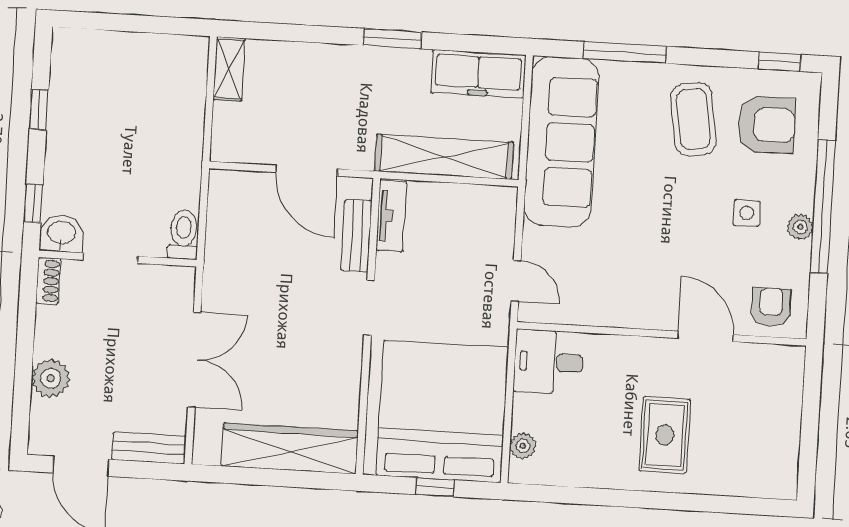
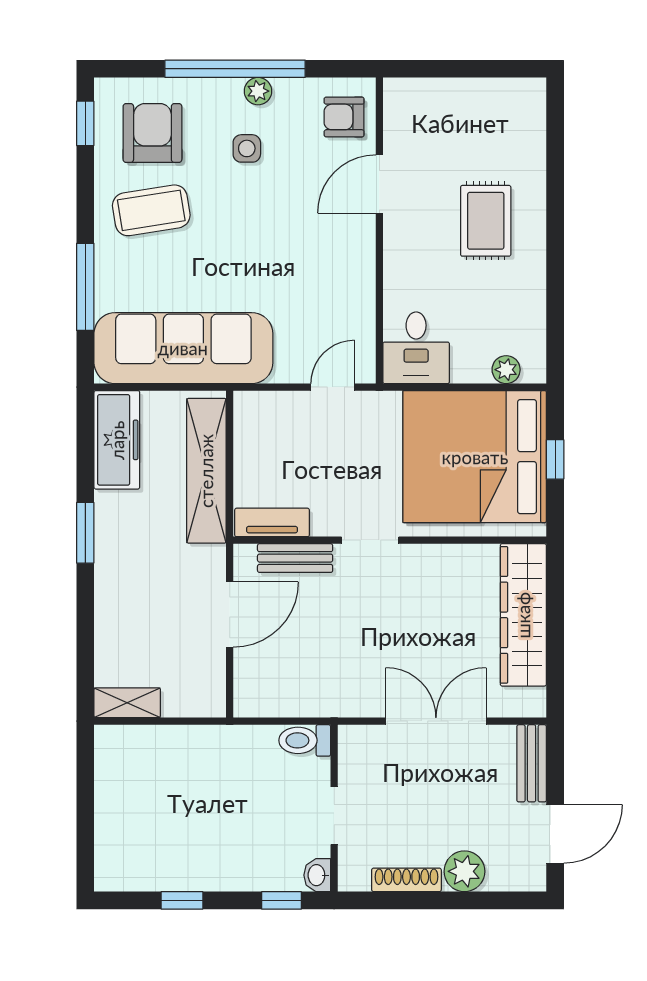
washbasin: (62, 234) -> (317, 875), width x0.72, depth x0.69
shoe rack: (48, 281) -> (406, 880), moved, width x1.43
rug: (665, 435) -> (486, 221), turned 90

